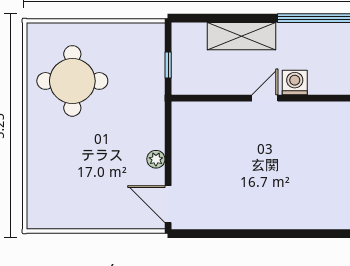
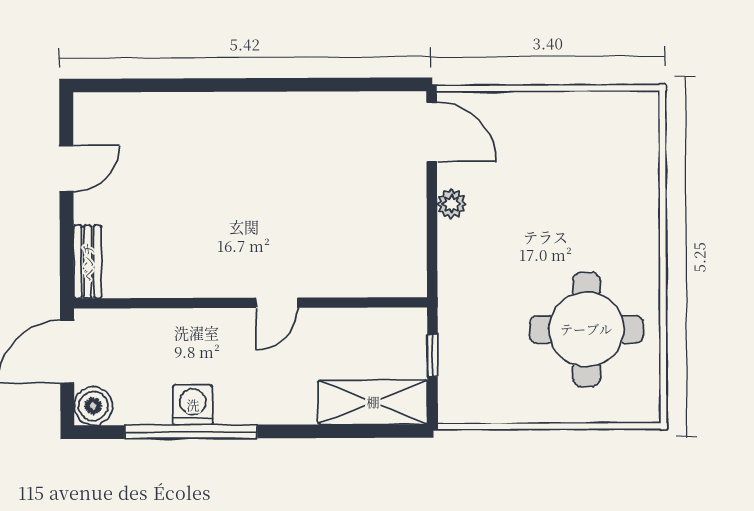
shelving: (242, 36) -> (373, 402), moved
washing machine: (295, 83) -> (193, 405), moved, turned 180

